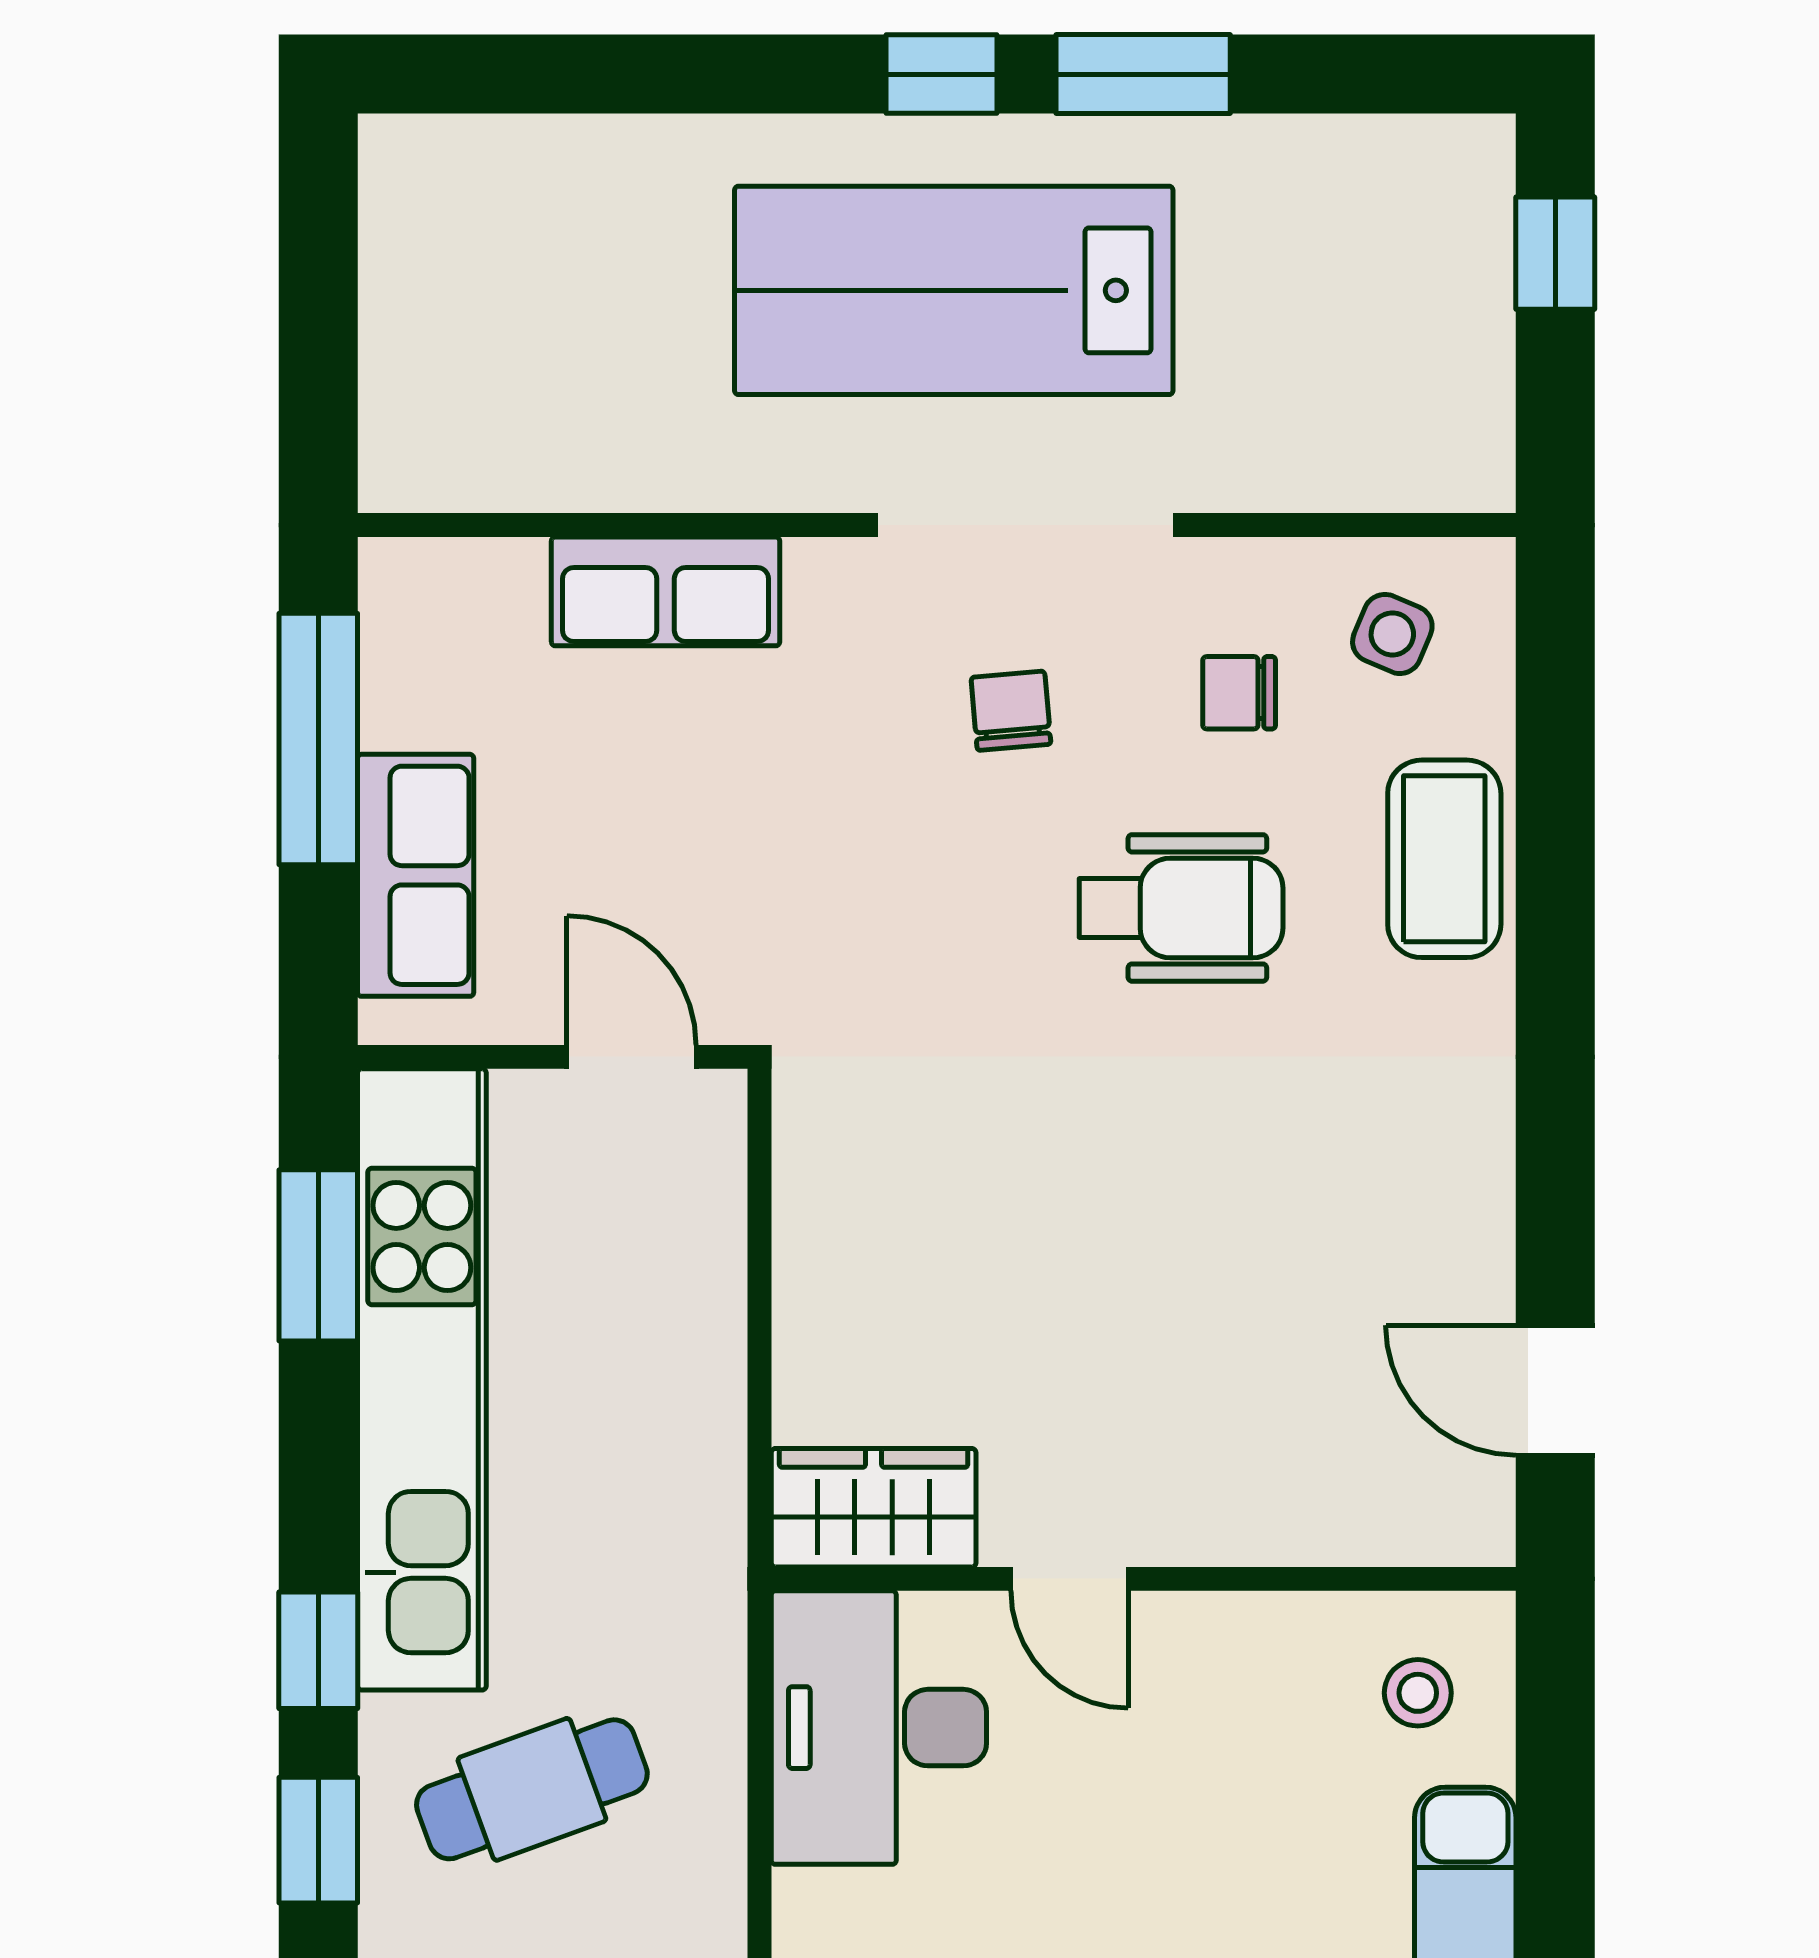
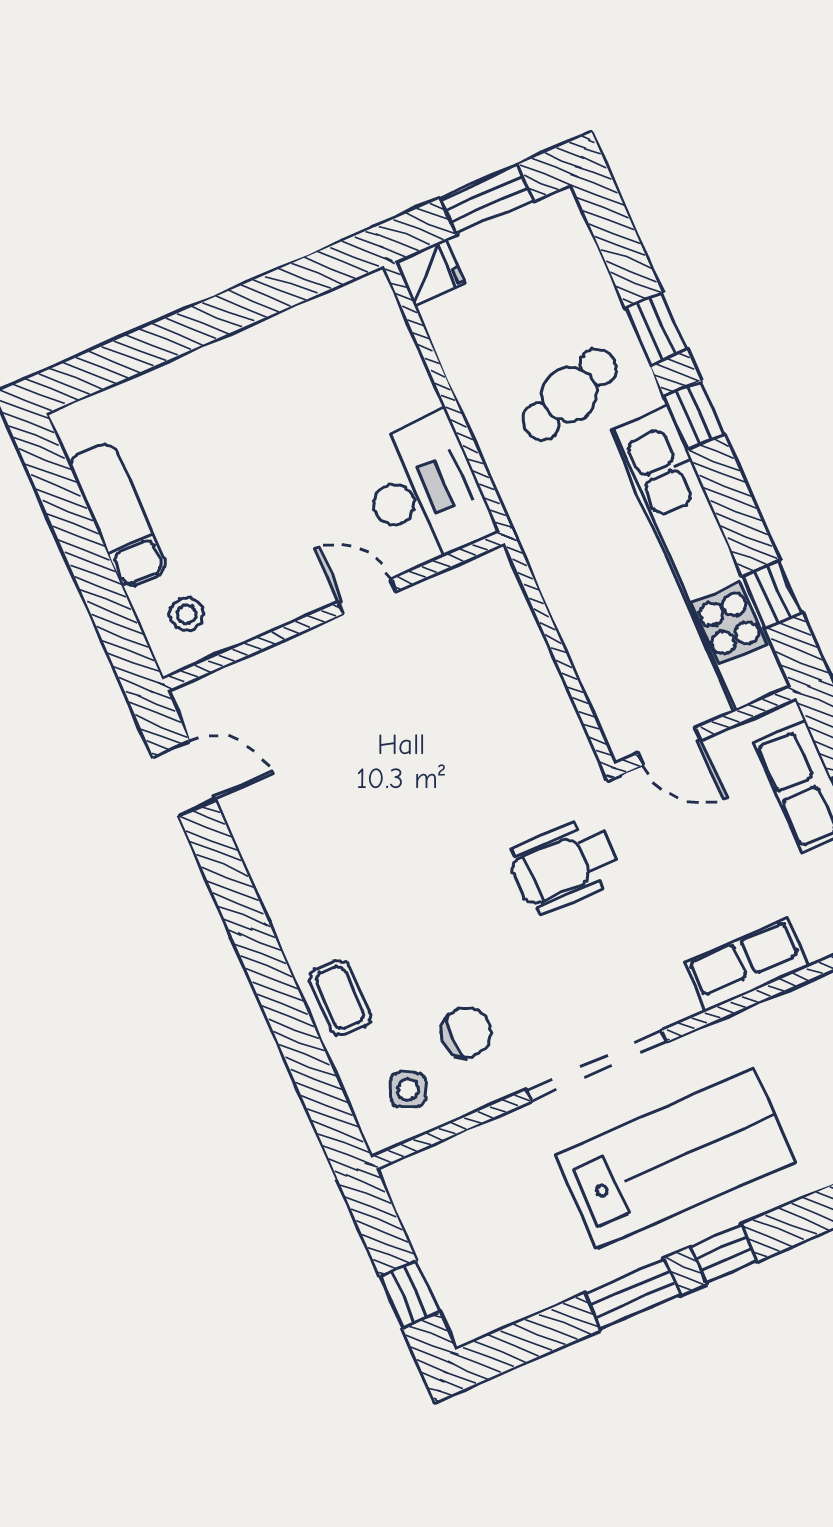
chair: (1239, 693) -> (466, 1032), width x1.37, depth x1.37
chair: (1011, 711) -> (566, 979), removed
coffee table: (1444, 859) -> (340, 998), width x0.73, depth x0.77
wheelchair: (1181, 908) -> (565, 865), moved
window: (318, 1255) -> (772, 594), width x0.67
wardrobe: (874, 1508) -> (470, 590), removed

